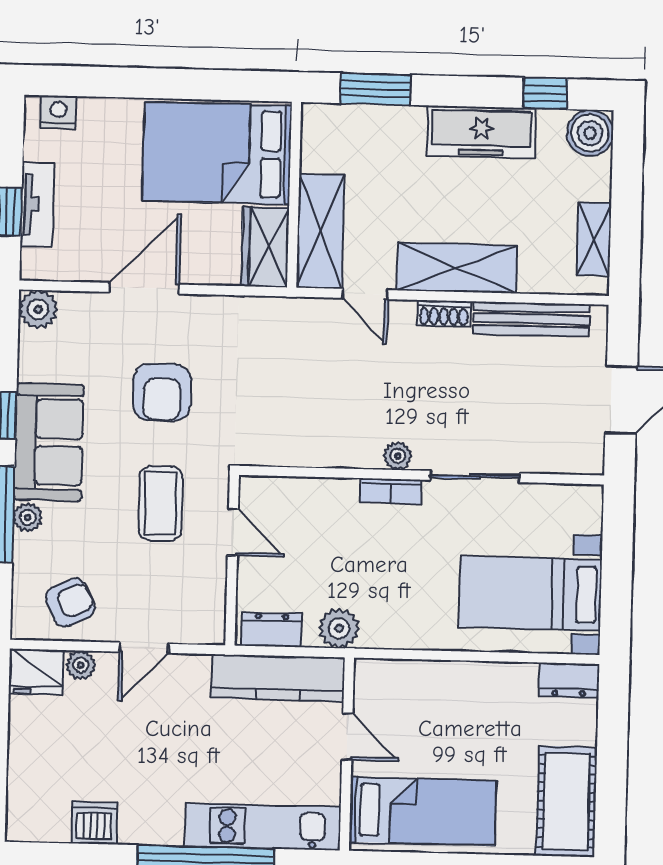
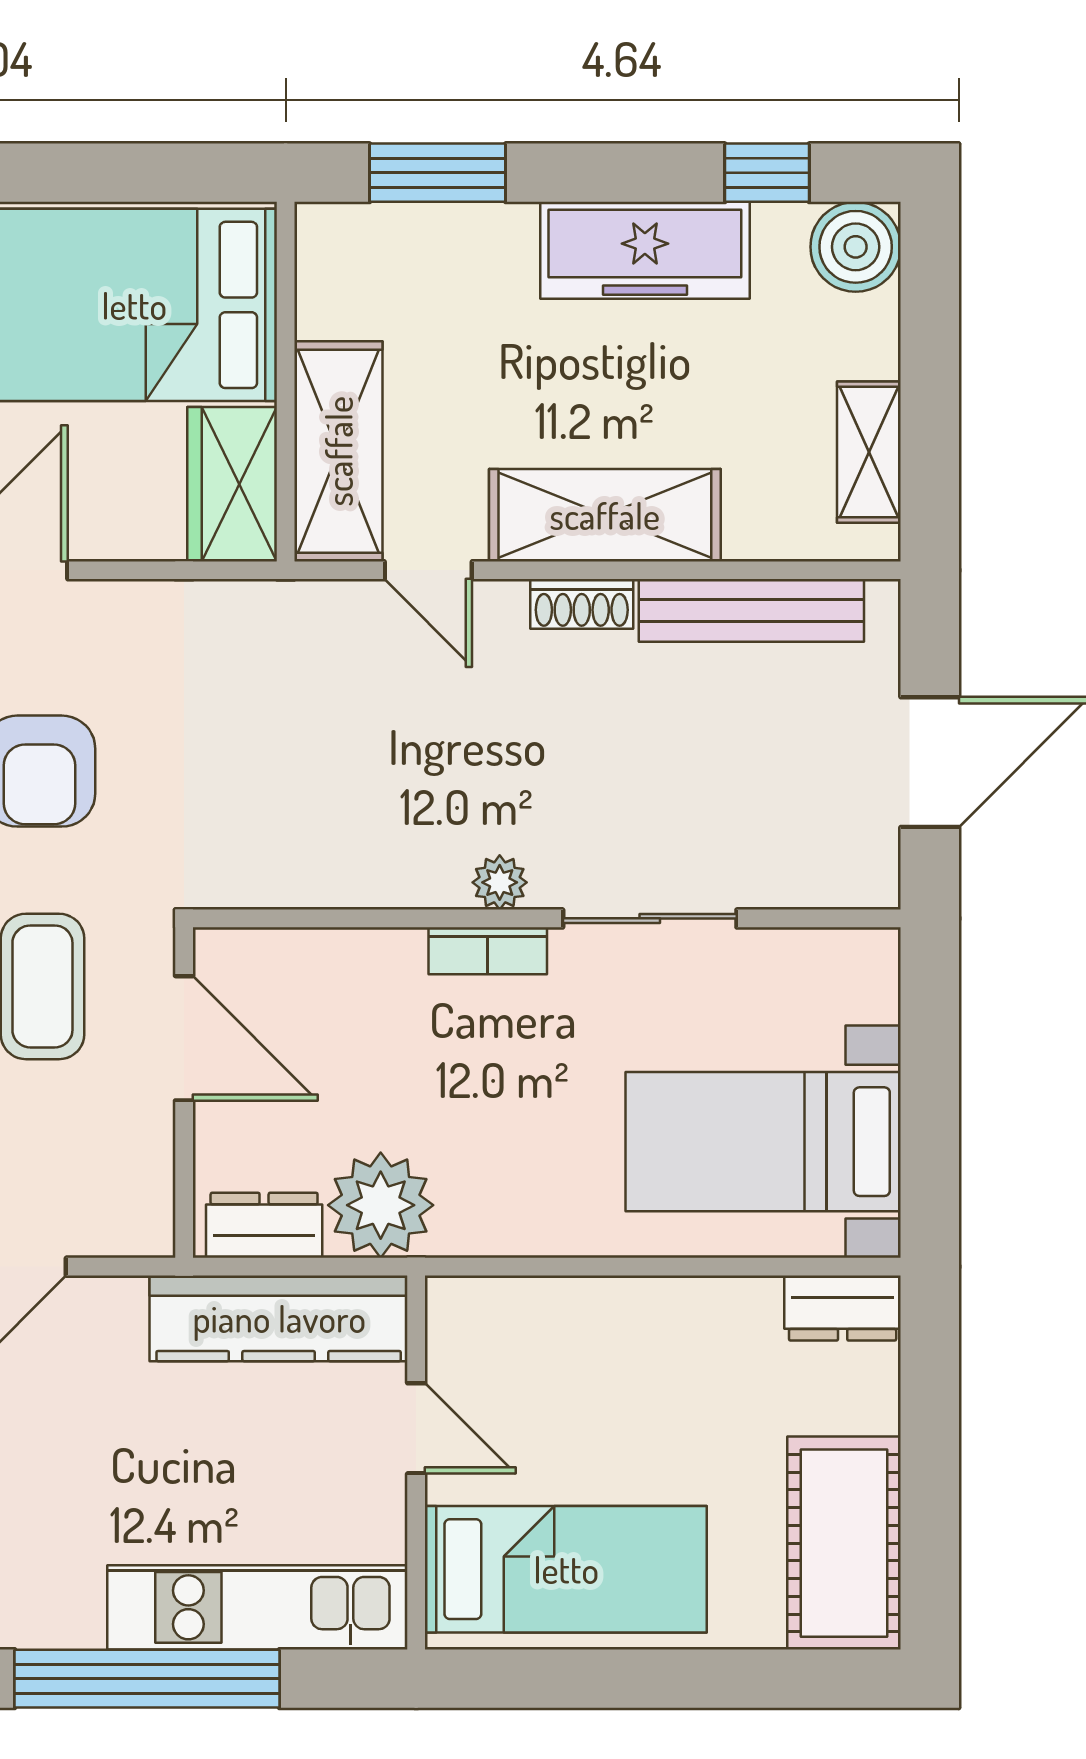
door: (233, 532) -> (184, 1038), width x1.38
plant: (339, 628) -> (381, 1205), width x1.36, depth x1.36

